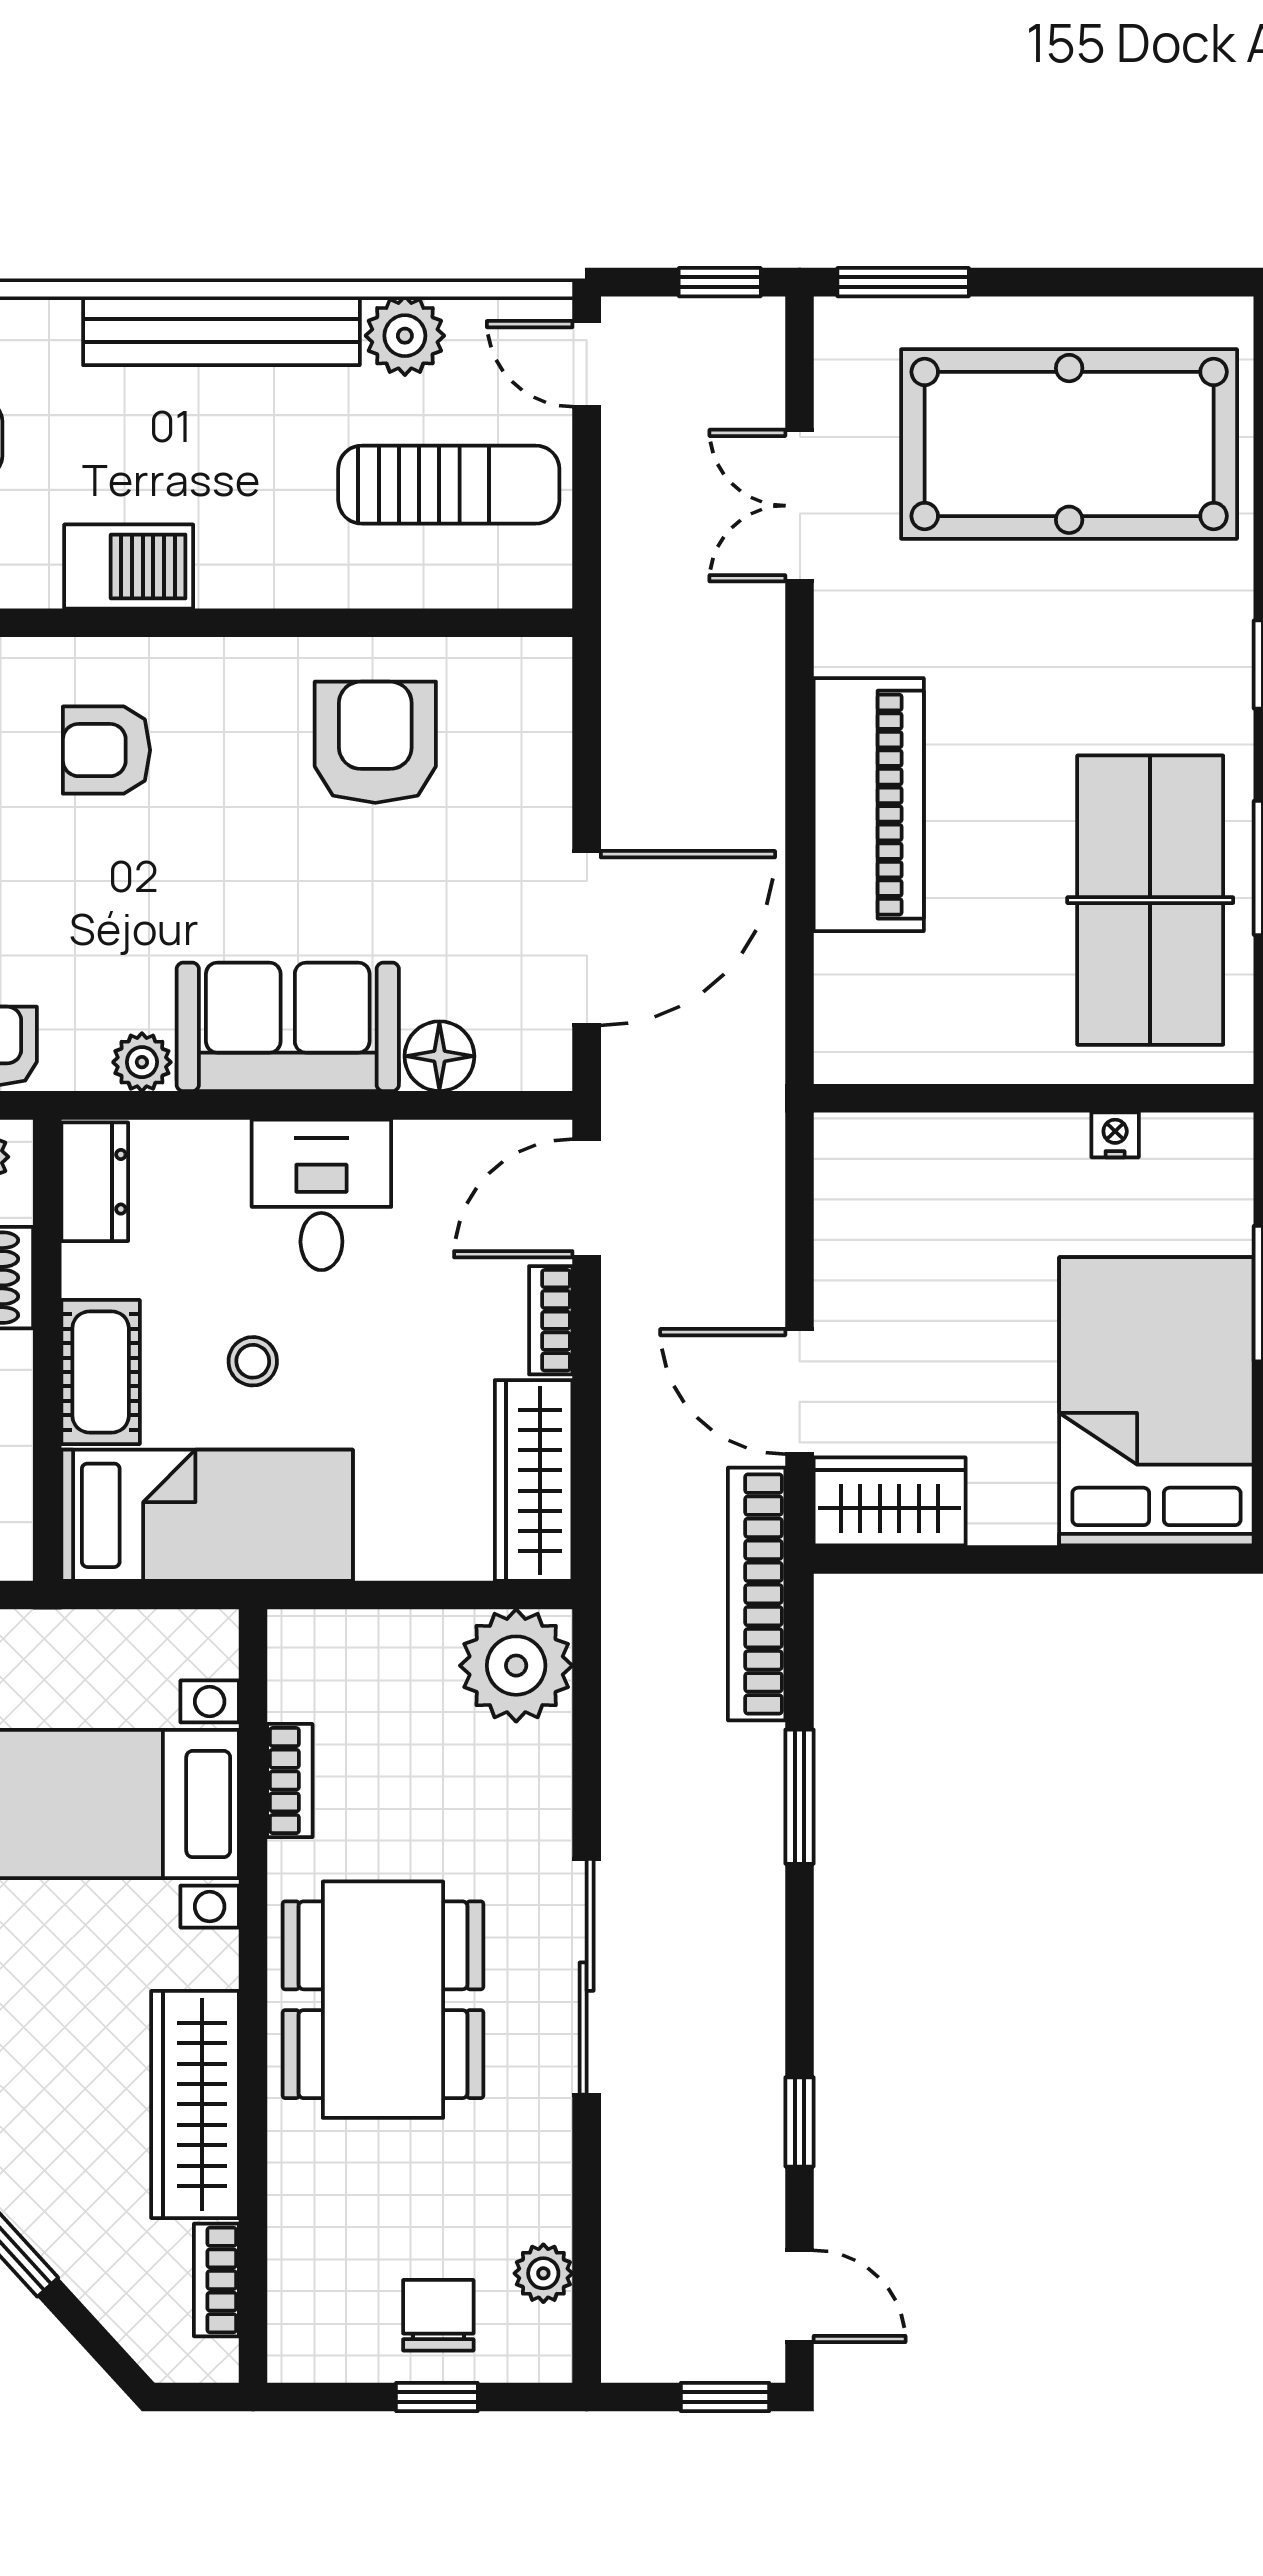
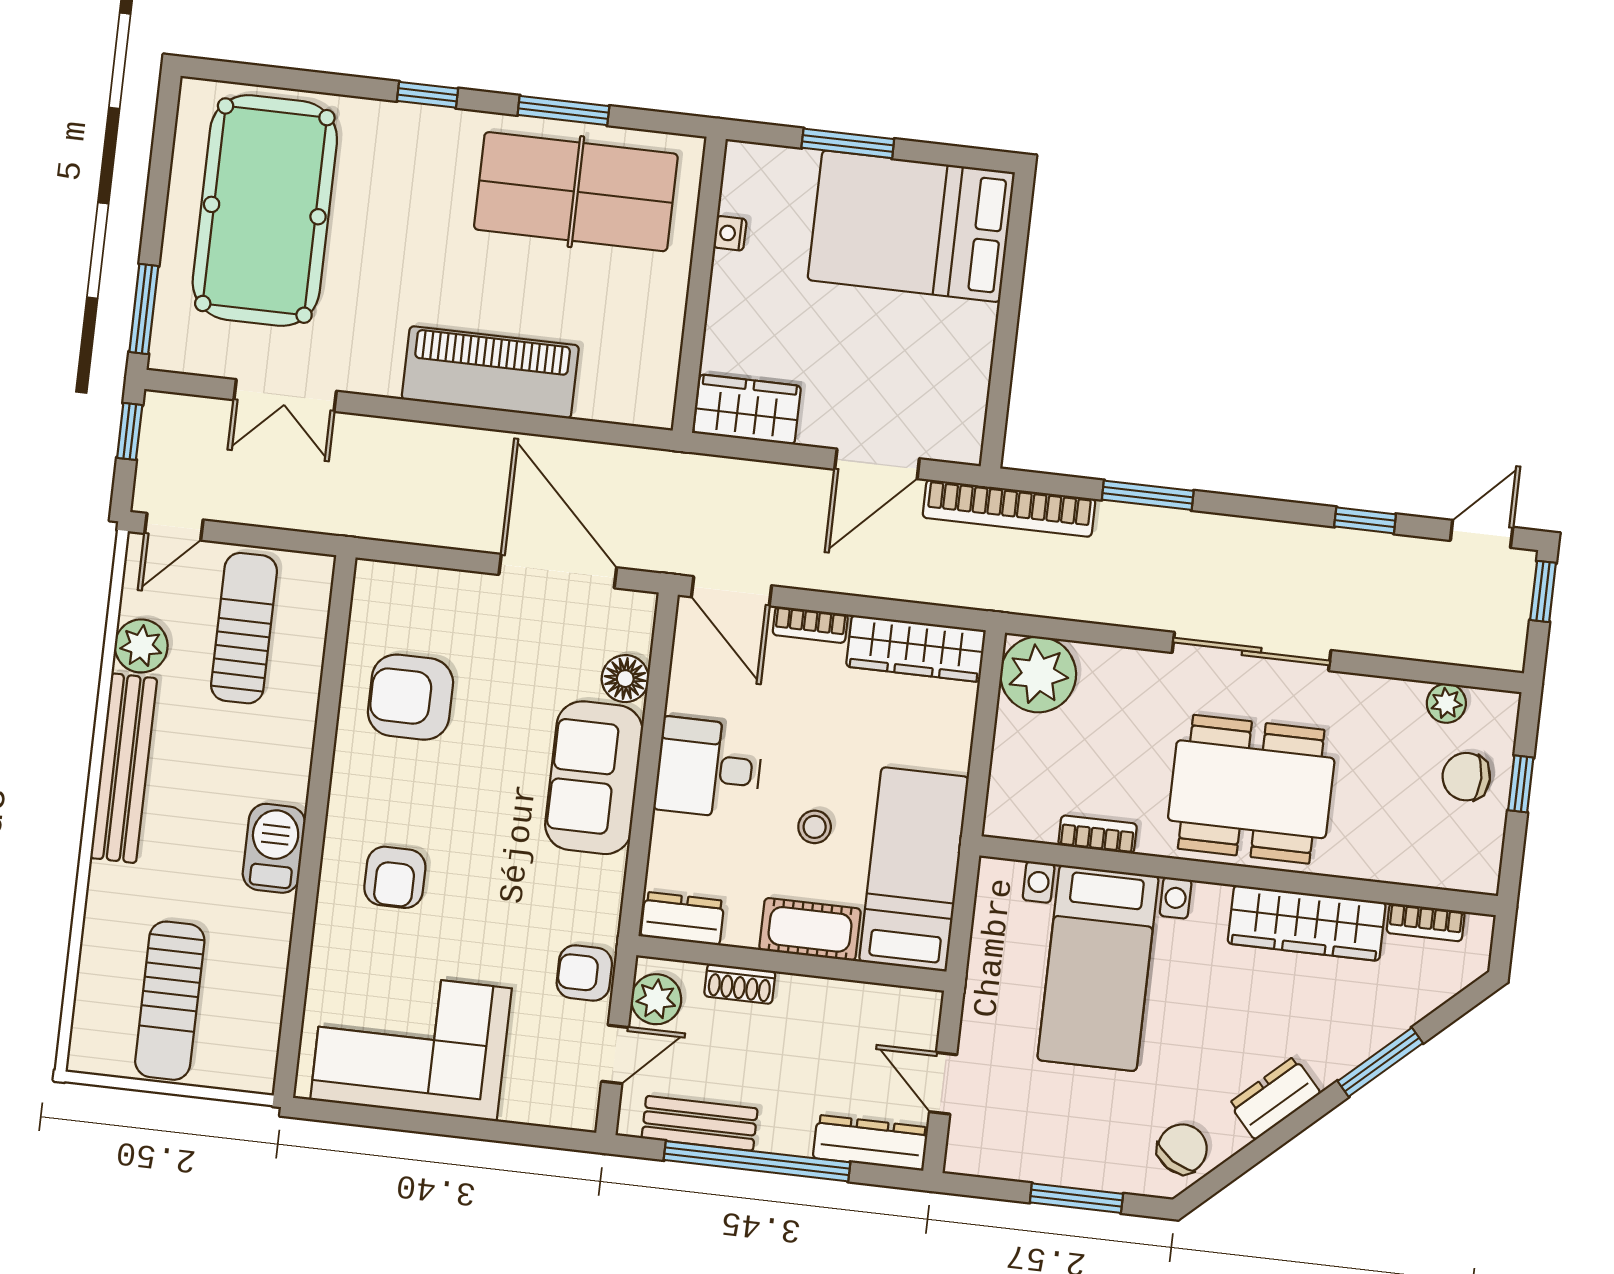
plant: (142, 1062) -> (606, 878), removed
wardrobe: (890, 1501) -> (747, 409), moved, turned 90

